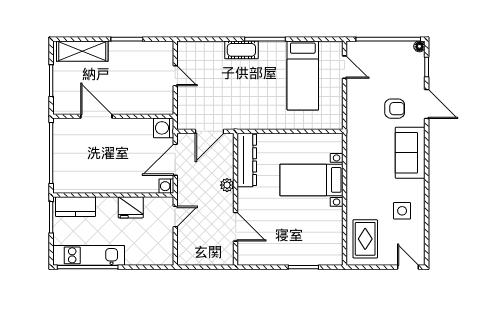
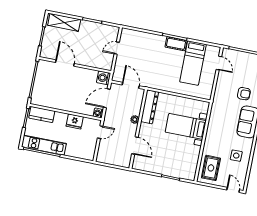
cot: (241, 50) -> (176, 44), moved
door: (175, 76) -> (117, 48), swing flipped
door: (210, 131) -> (131, 85), swing flipped

